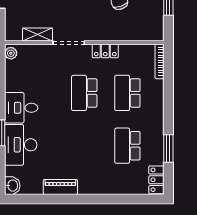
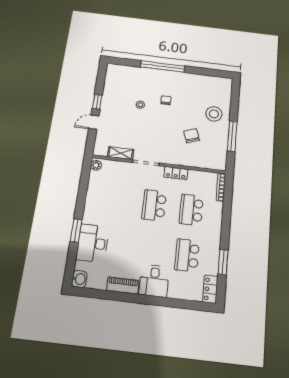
desk: (21, 108) -> (154, 281), moved, turned -90

